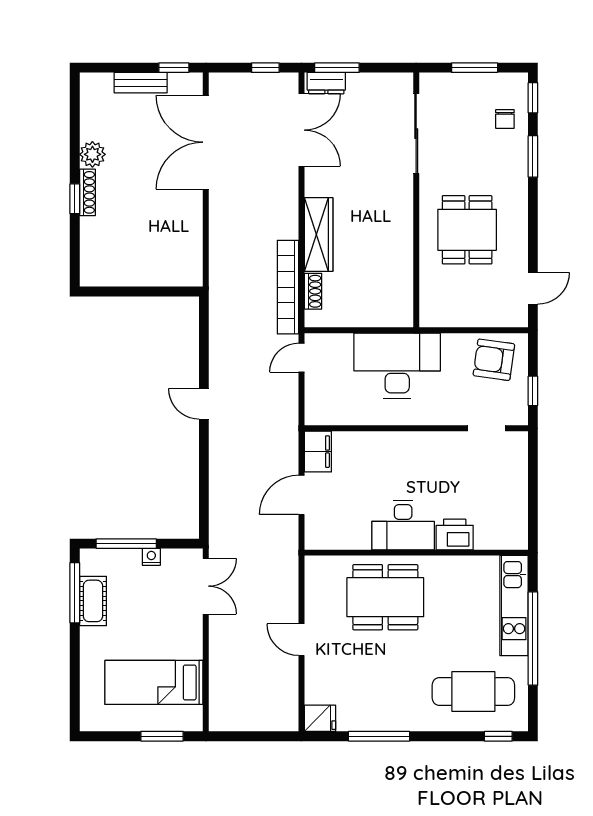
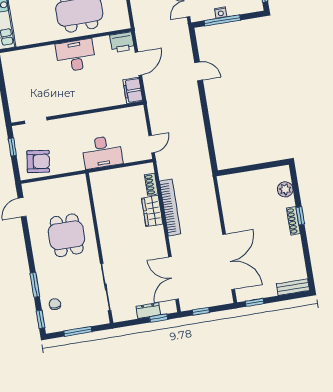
window: (337, 68) -> (159, 318), width x0.67
bench: (141, 83) -> (293, 287), moved
dresser: (326, 83) -> (148, 310), moved
plant: (92, 154) -> (285, 189), moved
wardrobe: (319, 235) -> (152, 211), width x0.67
bookcase: (288, 287) -> (170, 208), moved
desk: (397, 366) -> (102, 152), width x0.73, depth x0.77
door: (204, 404) -> (199, 71), moved
printer: (455, 534) -> (122, 42), moved
window: (126, 544) -> (222, 20), moved

